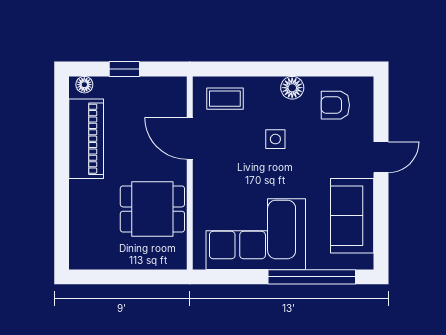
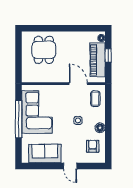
door: (190, 138) -> (78, 84), hinge flipped
piano: (86, 139) -> (98, 60), moved, turned 90
dining table: (152, 209) -> (44, 50), moved
window: (312, 277) -> (19, 119), moved

